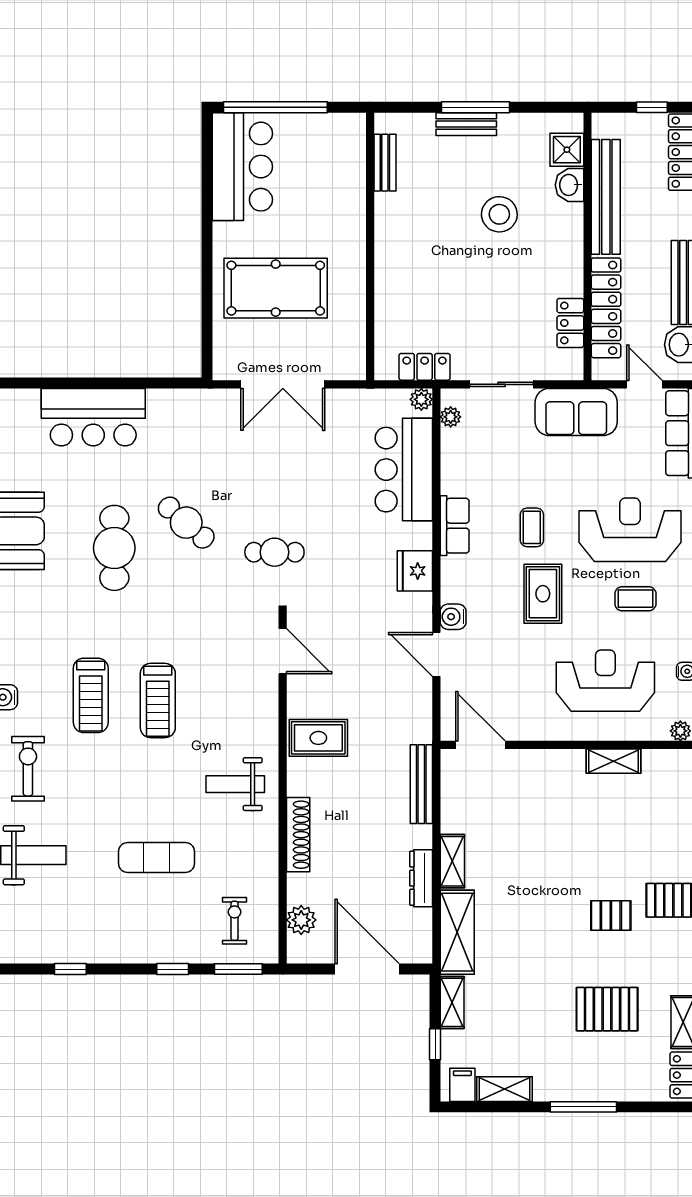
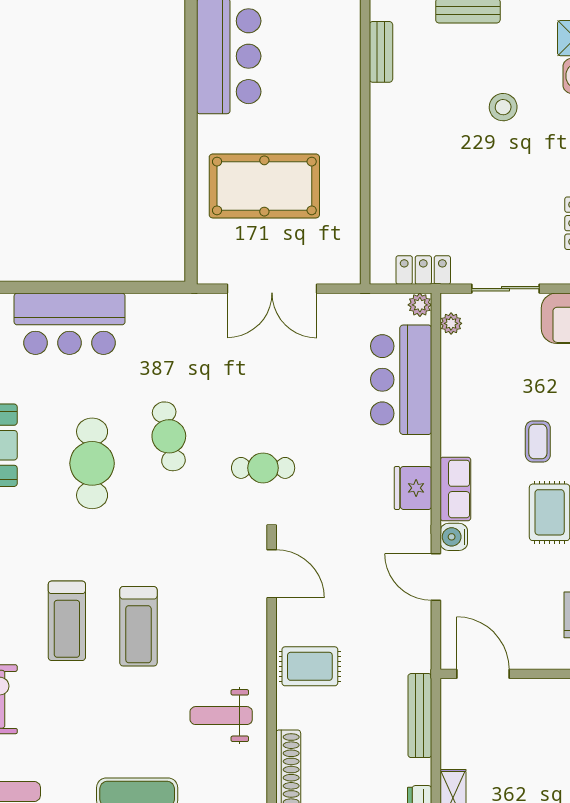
stool: (499, 214) -> (503, 107), width x0.73, depth x0.73
cafe table: (186, 523) -> (169, 436), turned 38
row of seats: (455, 526) -> (455, 489), moved

